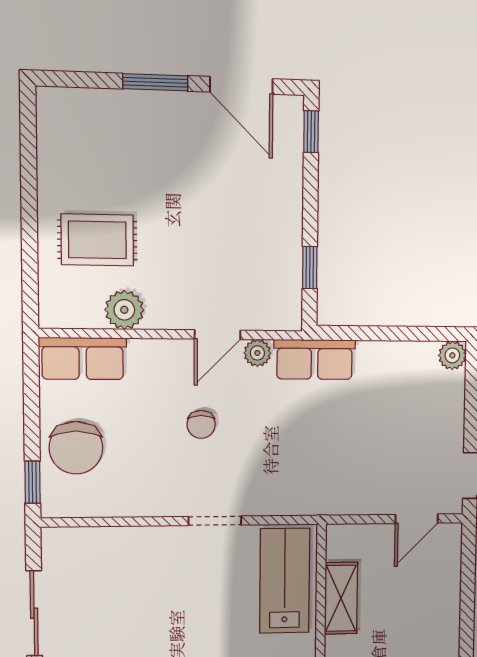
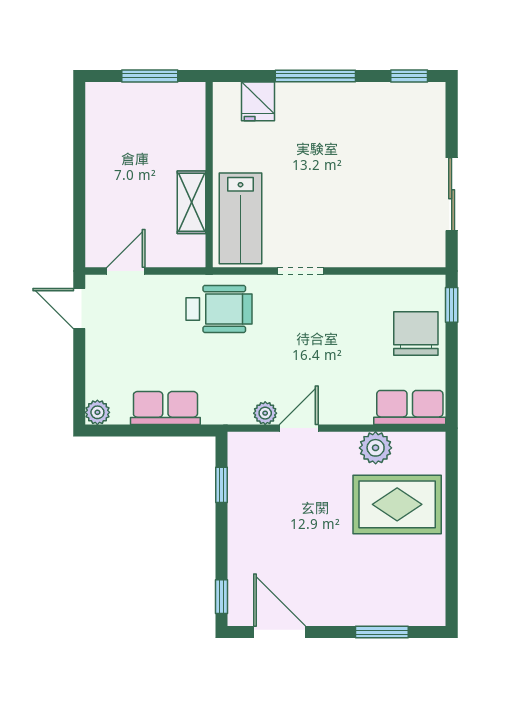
window: (155, 82) -> (382, 632), moved
rug: (97, 240) -> (397, 504), width x1.36, depth x1.43
row of seats: (315, 359) -> (165, 408), moved
chair: (201, 424) -> (312, 353), removed
wheelchair: (311, 476) -> (219, 309), added

